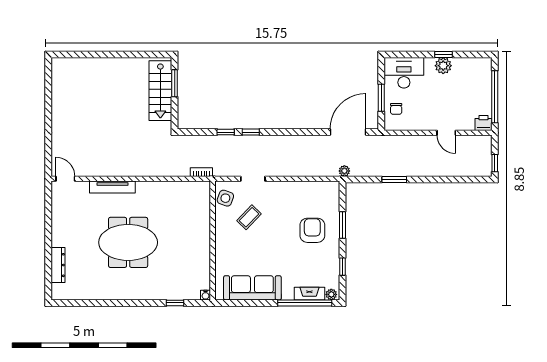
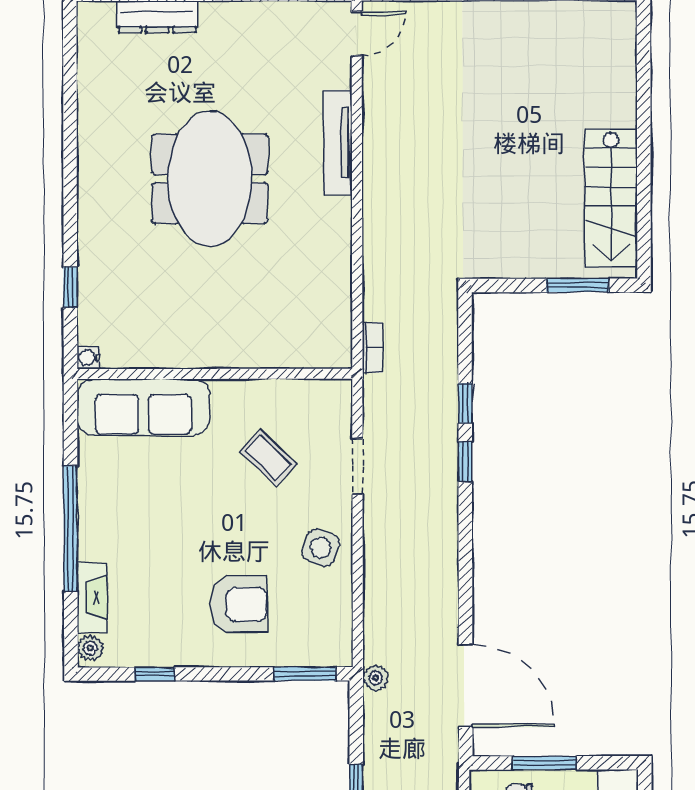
stairs: (160, 91) -> (611, 198), moved, turned -90
side table: (225, 198) -> (321, 548), moved
window: (343, 225) -> (305, 674), moved
sofa: (252, 288) -> (143, 407), moved, turned 90
window: (305, 303) -> (71, 529), moved

